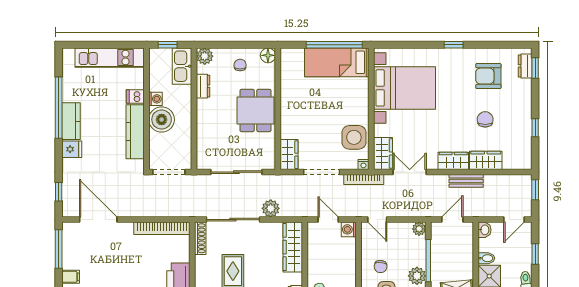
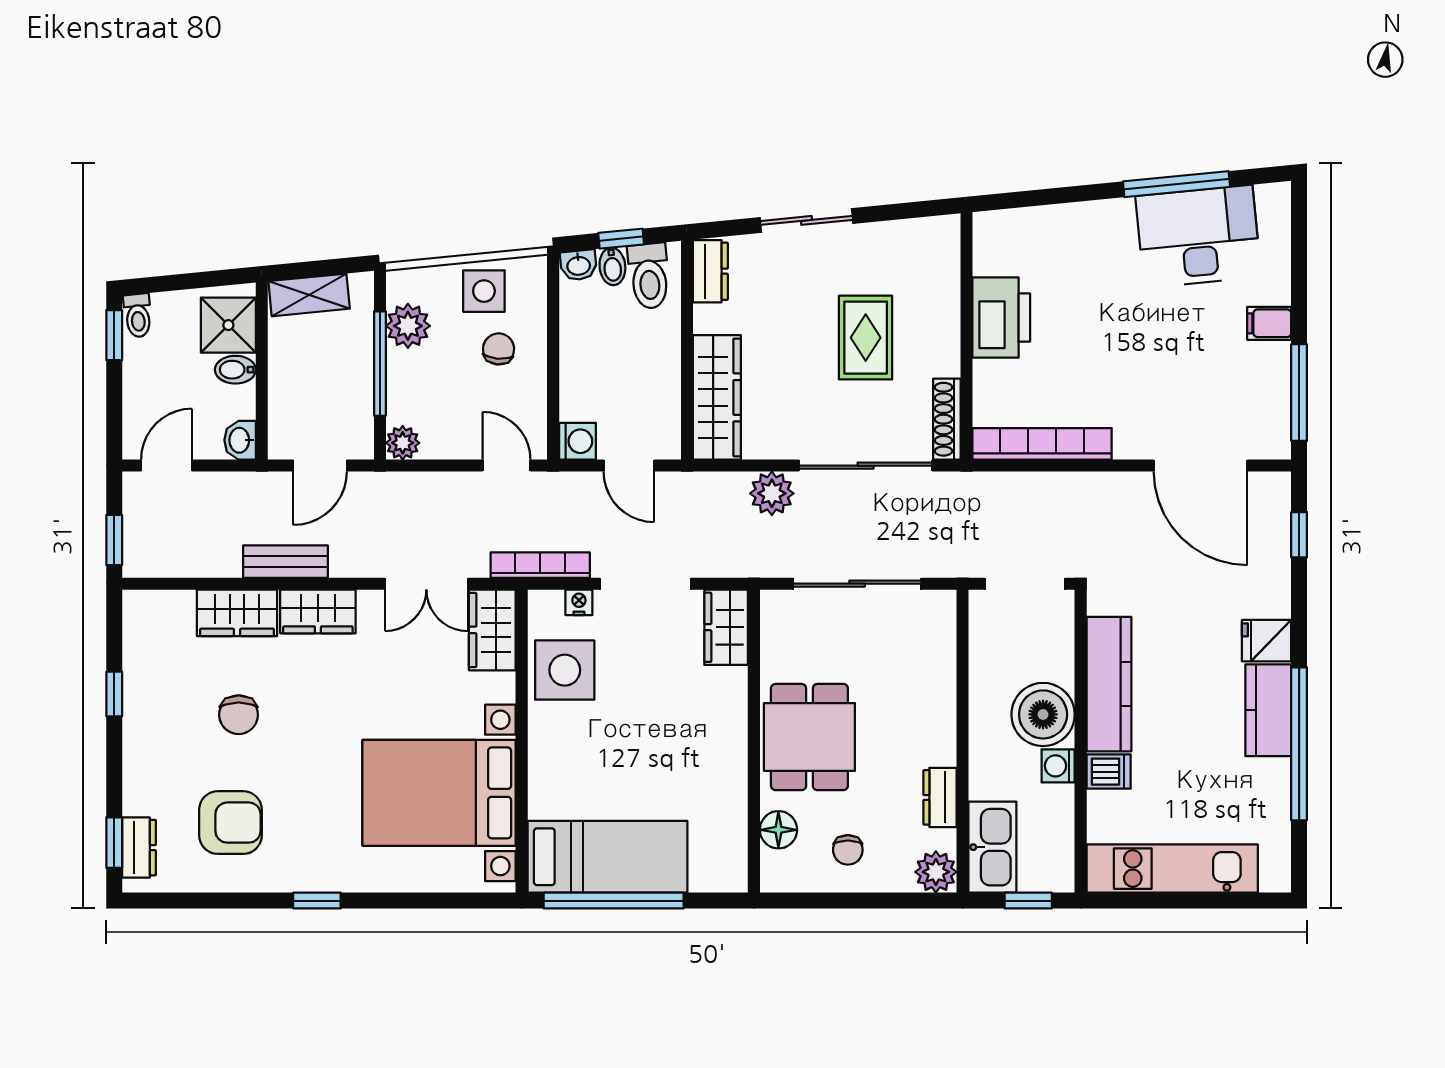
floor lamp: (268, 55) -> (778, 830), moved
nightstand: (363, 165) -> (579, 602), moved
window: (535, 254) -> (114, 335), moved

